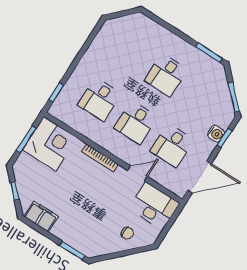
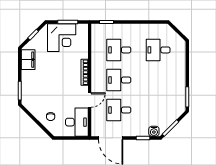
desk: (166, 75) -> (158, 50), moved
water cooler: (216, 134) -> (154, 131), moved
corner desk: (50, 144) -> (62, 38), moved
door: (137, 173) -> (90, 100), hinge flipped

